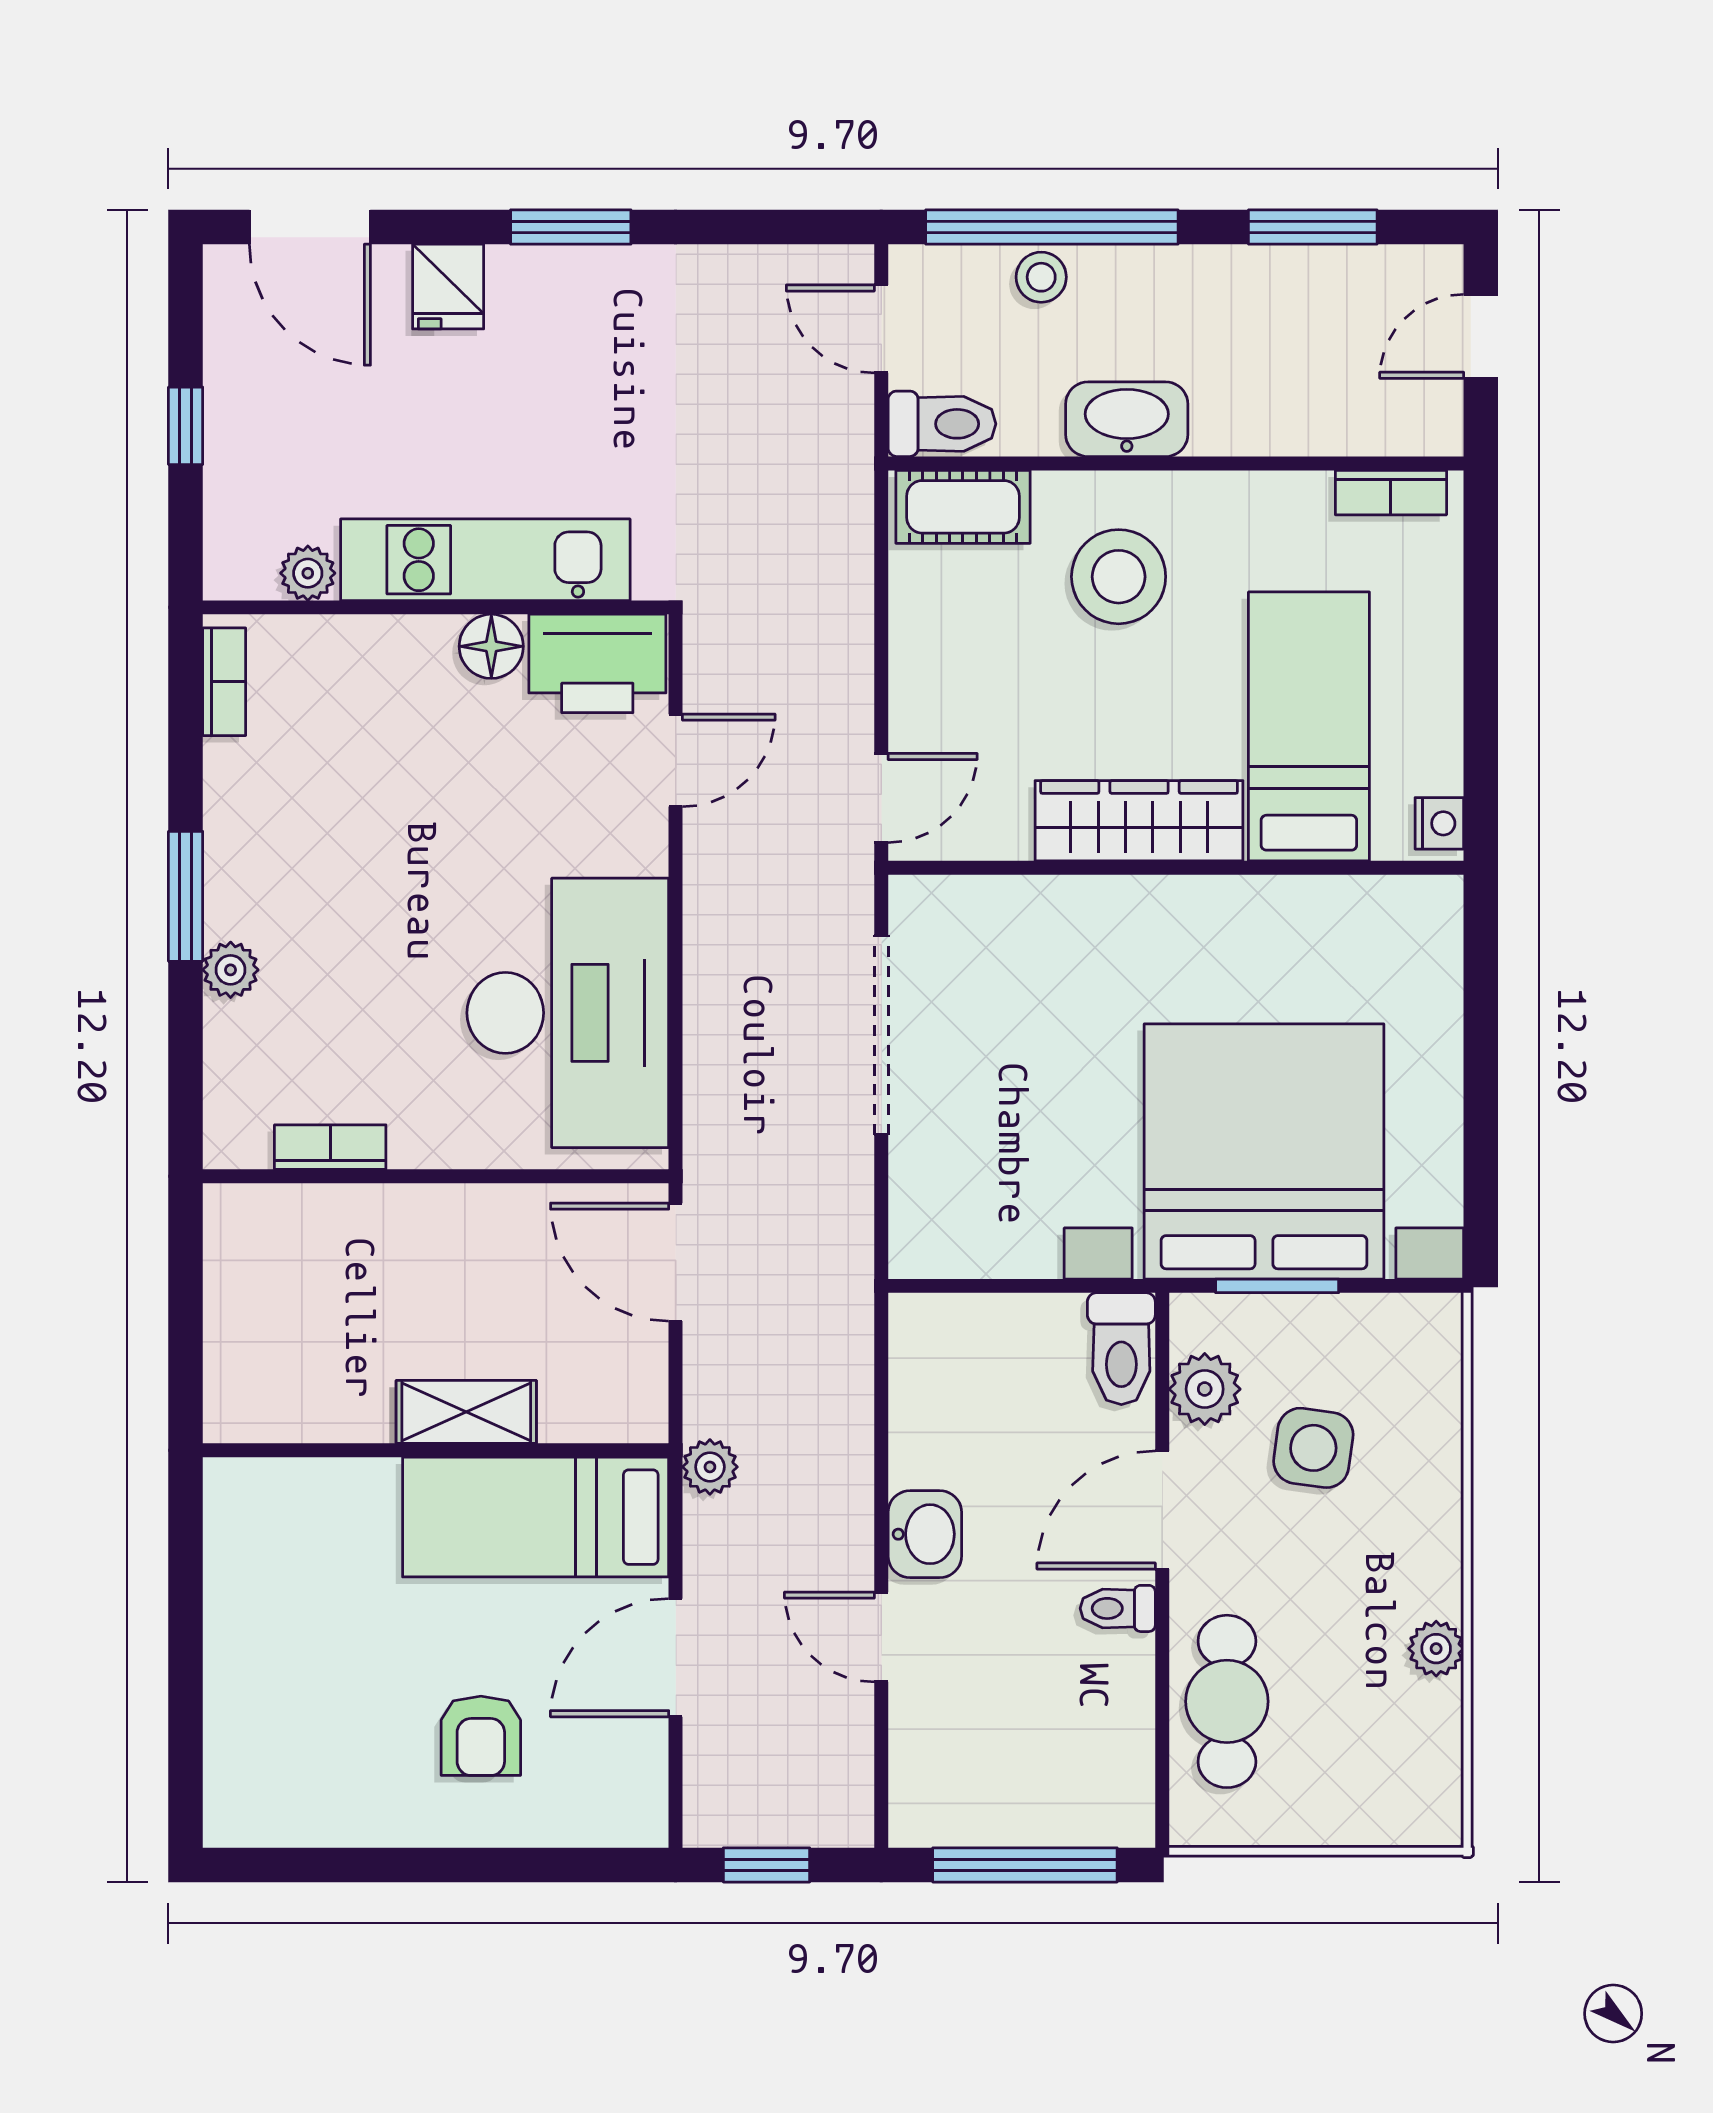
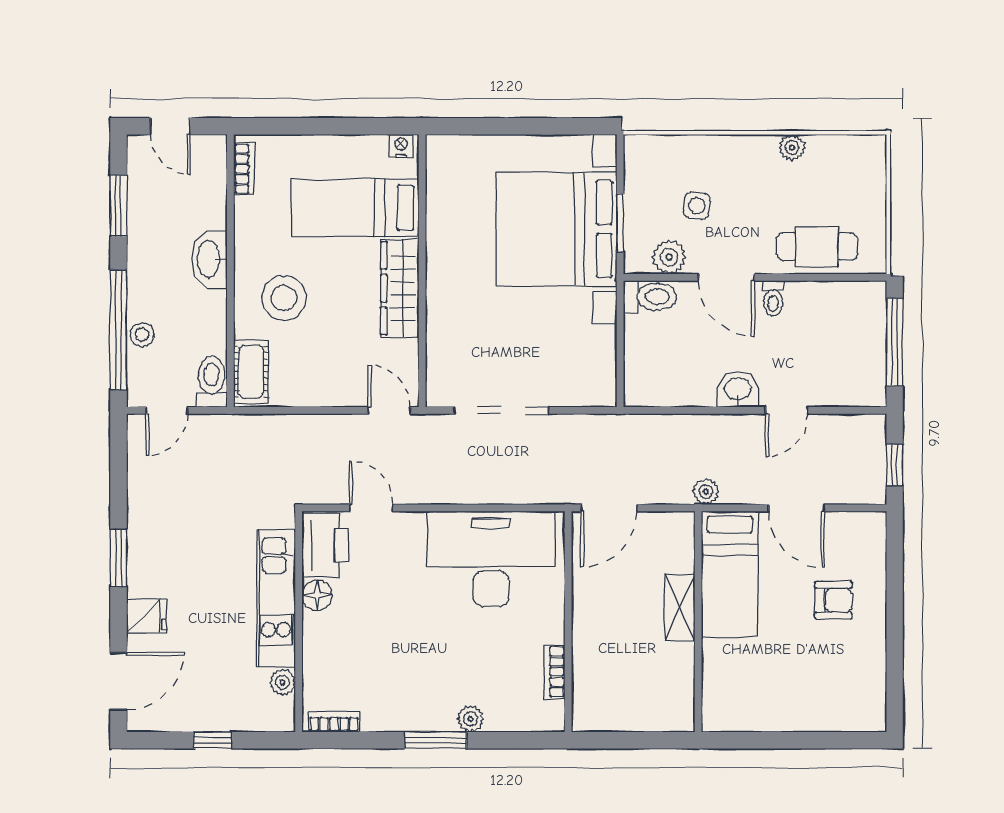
washbasin: (1127, 419) -> (209, 259), moved
side table: (1313, 1448) -> (697, 206), width x0.73, depth x0.73

